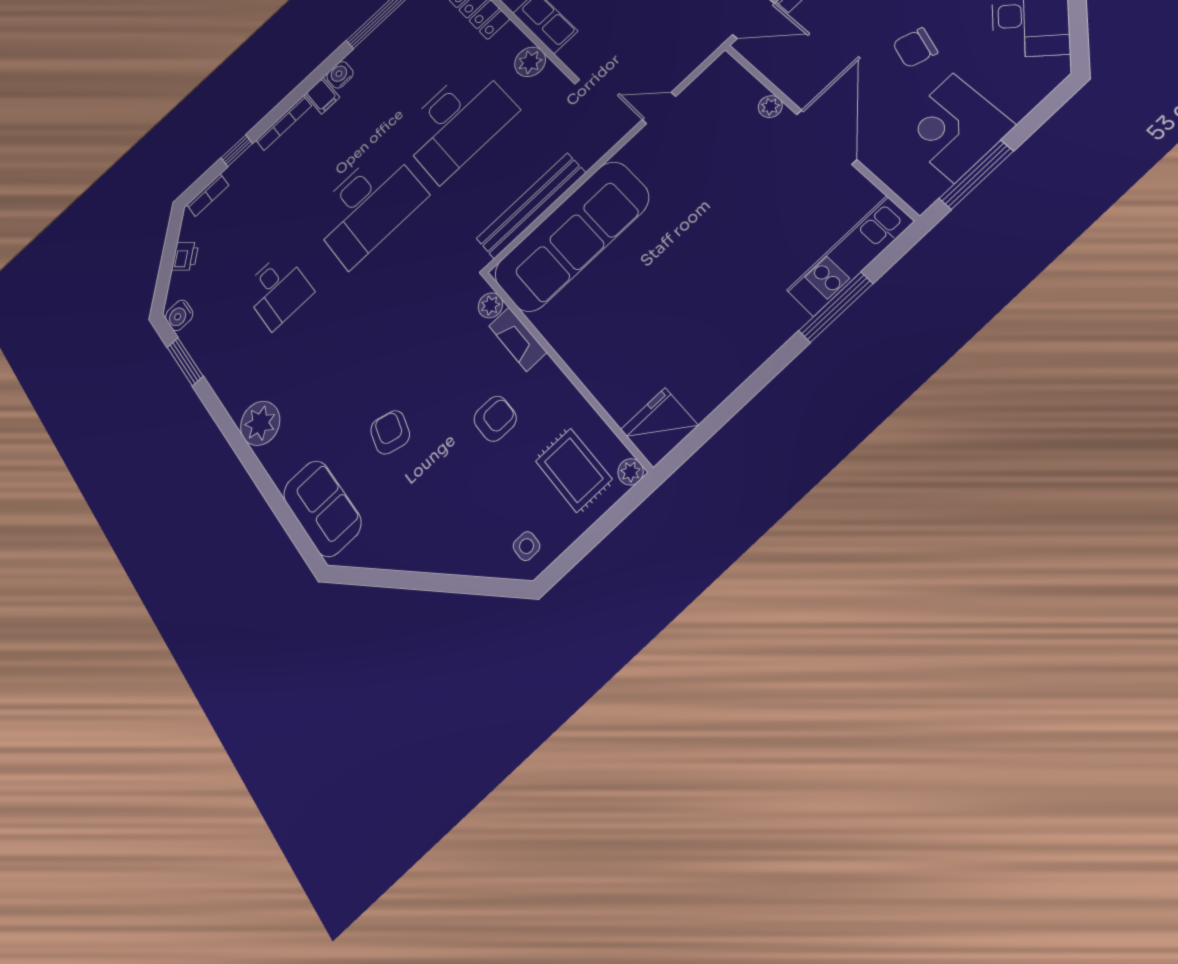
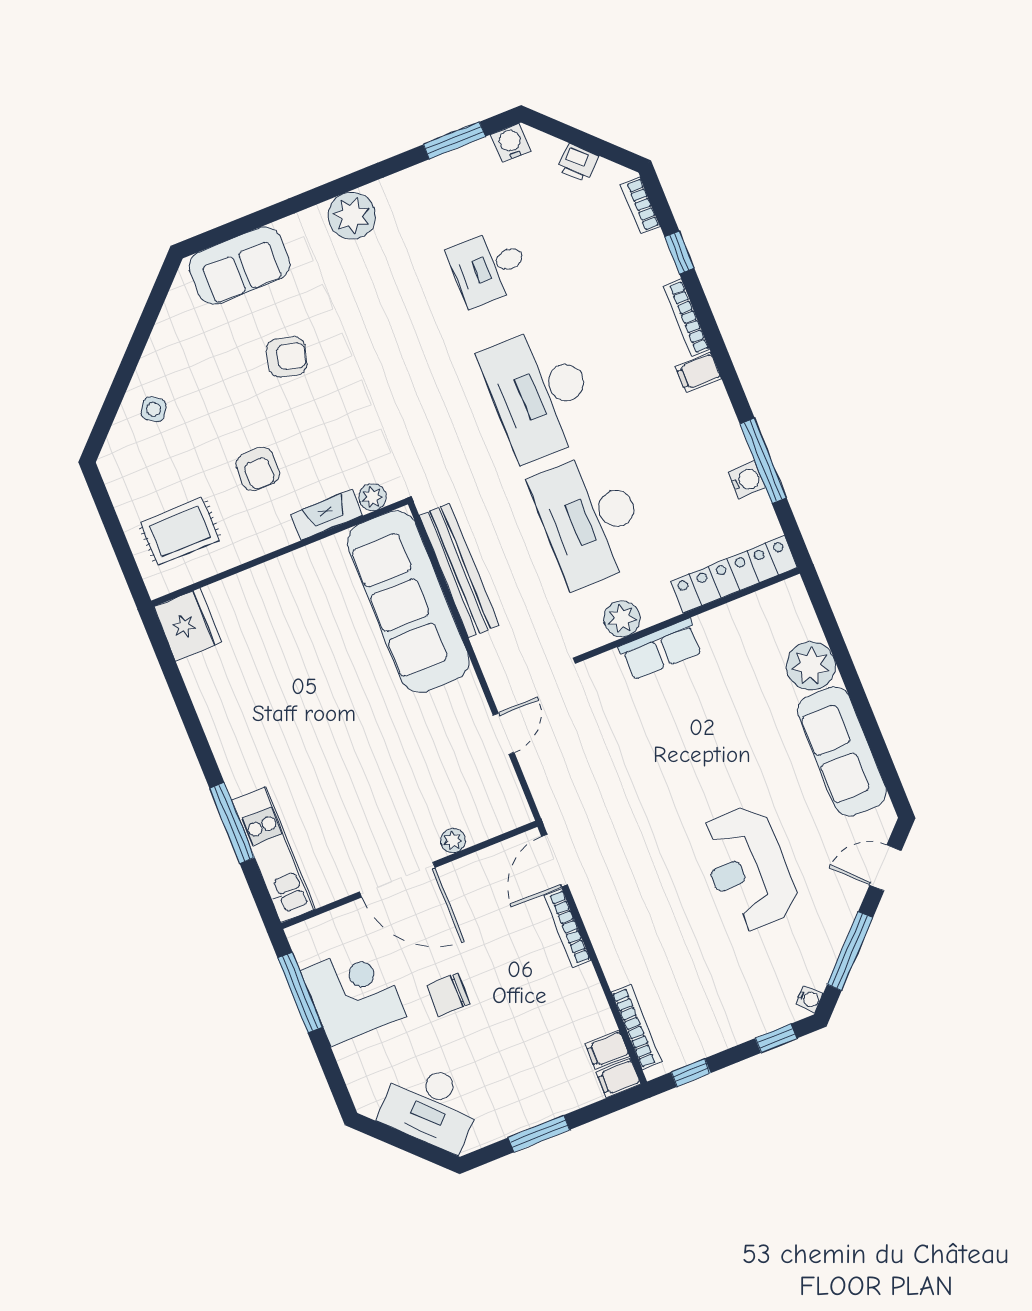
chair: (915, 48) -> (448, 995), turned -108
water cooler: (340, 75) -> (747, 480), moved
plant: (631, 472) -> (158, 585), removed
side table: (527, 546) -> (154, 409), moved, turned 33

